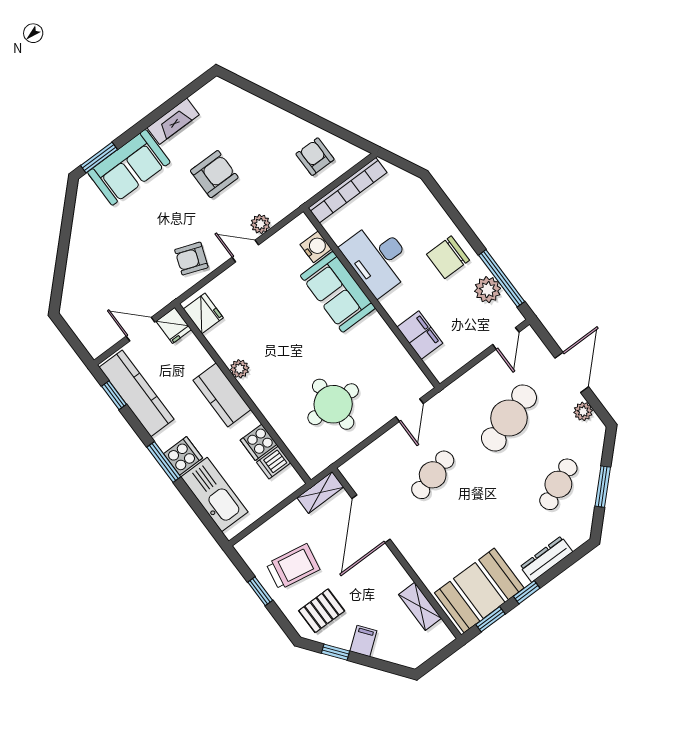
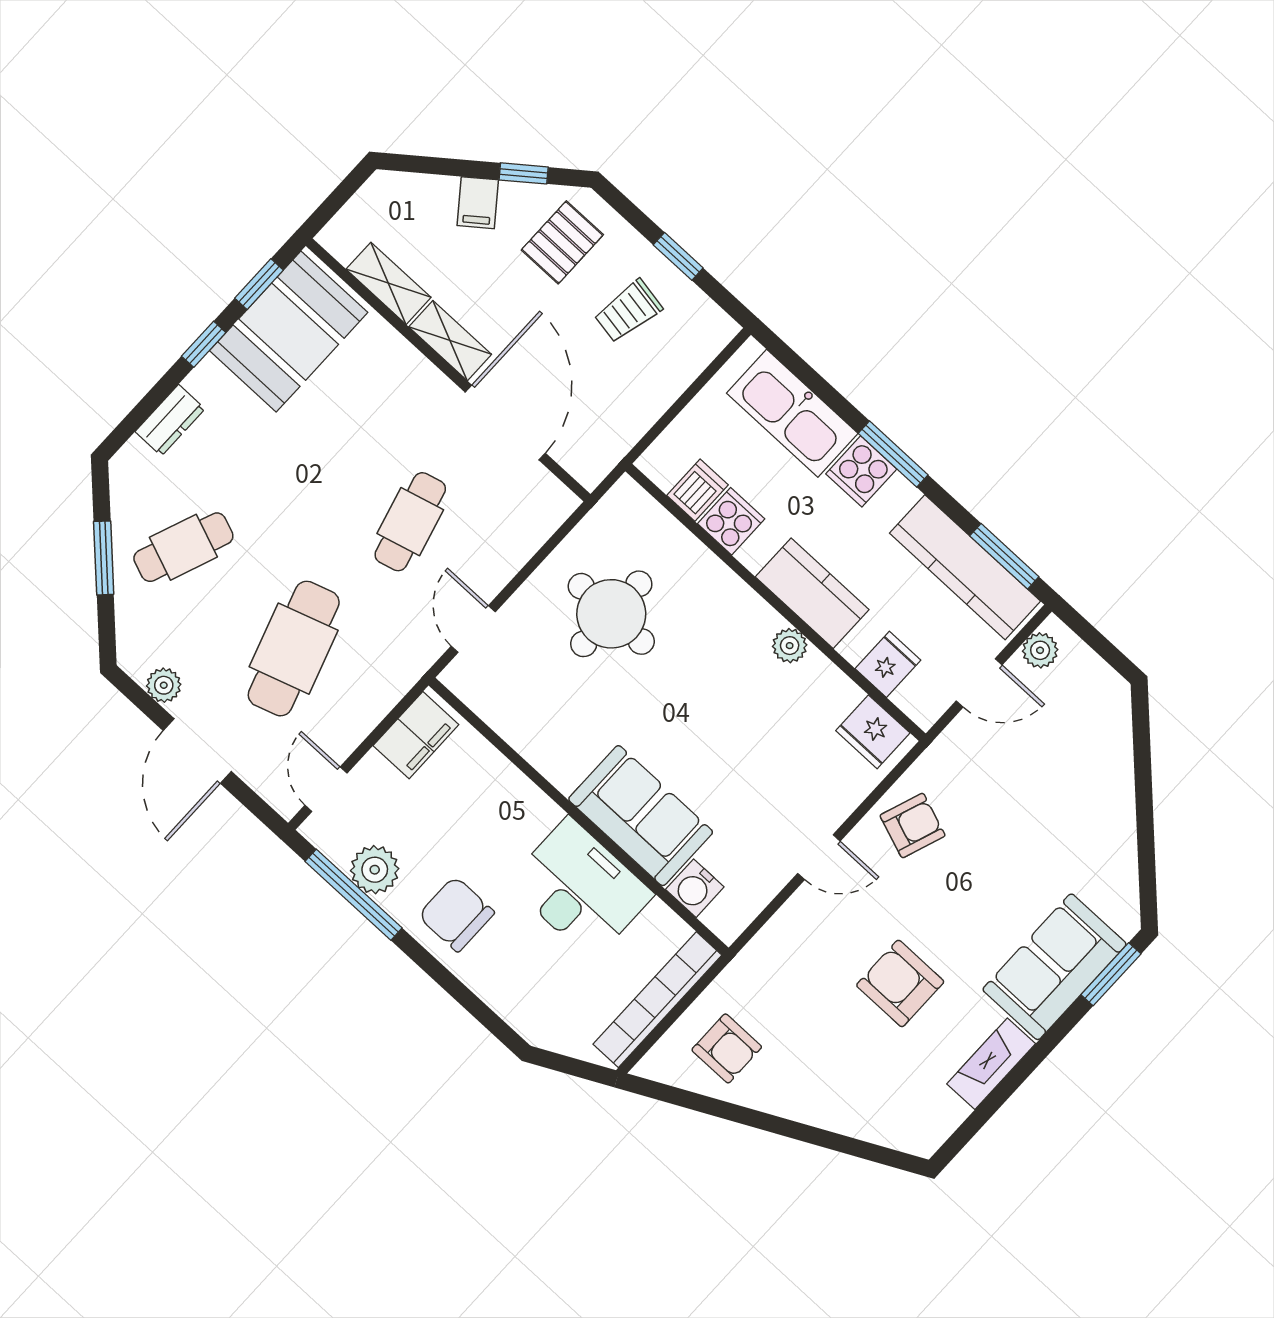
armchair: (214, 174) -> (900, 983), turned 90
plant: (260, 224) -> (1040, 650), moved
chair: (448, 257) -> (456, 914), turned -90
fridge: (174, 325) -> (888, 664), moved, turned 90
filing cabinet: (420, 335) -> (416, 735), moved, turned -90
window: (114, 395) -> (1004, 556), width x1.50
cafe table: (558, 484) -> (183, 547), turned 45
shelving: (320, 492) -> (450, 341), moved, turned 90
dresser: (546, 559) -> (170, 420), width x0.70
trolley: (293, 567) -> (628, 311), width x0.73, depth x0.72

